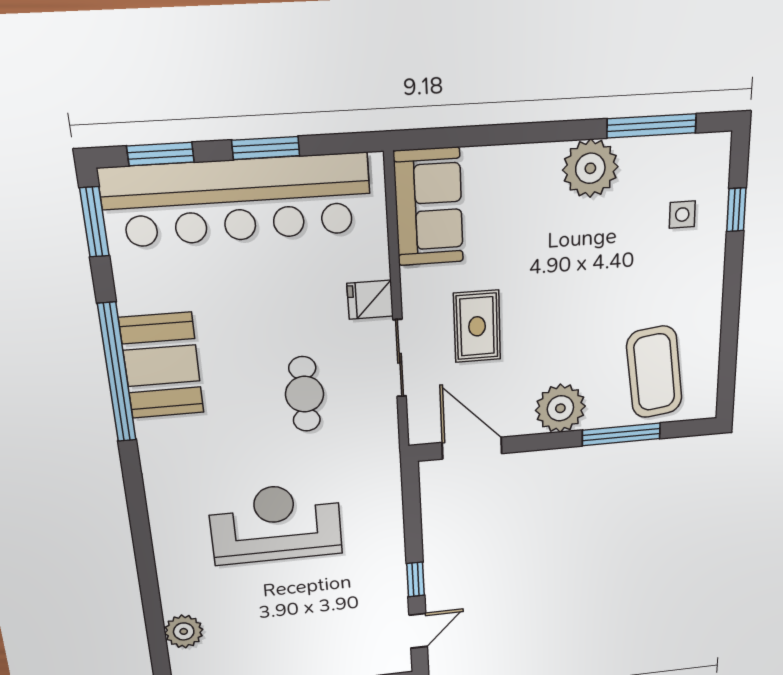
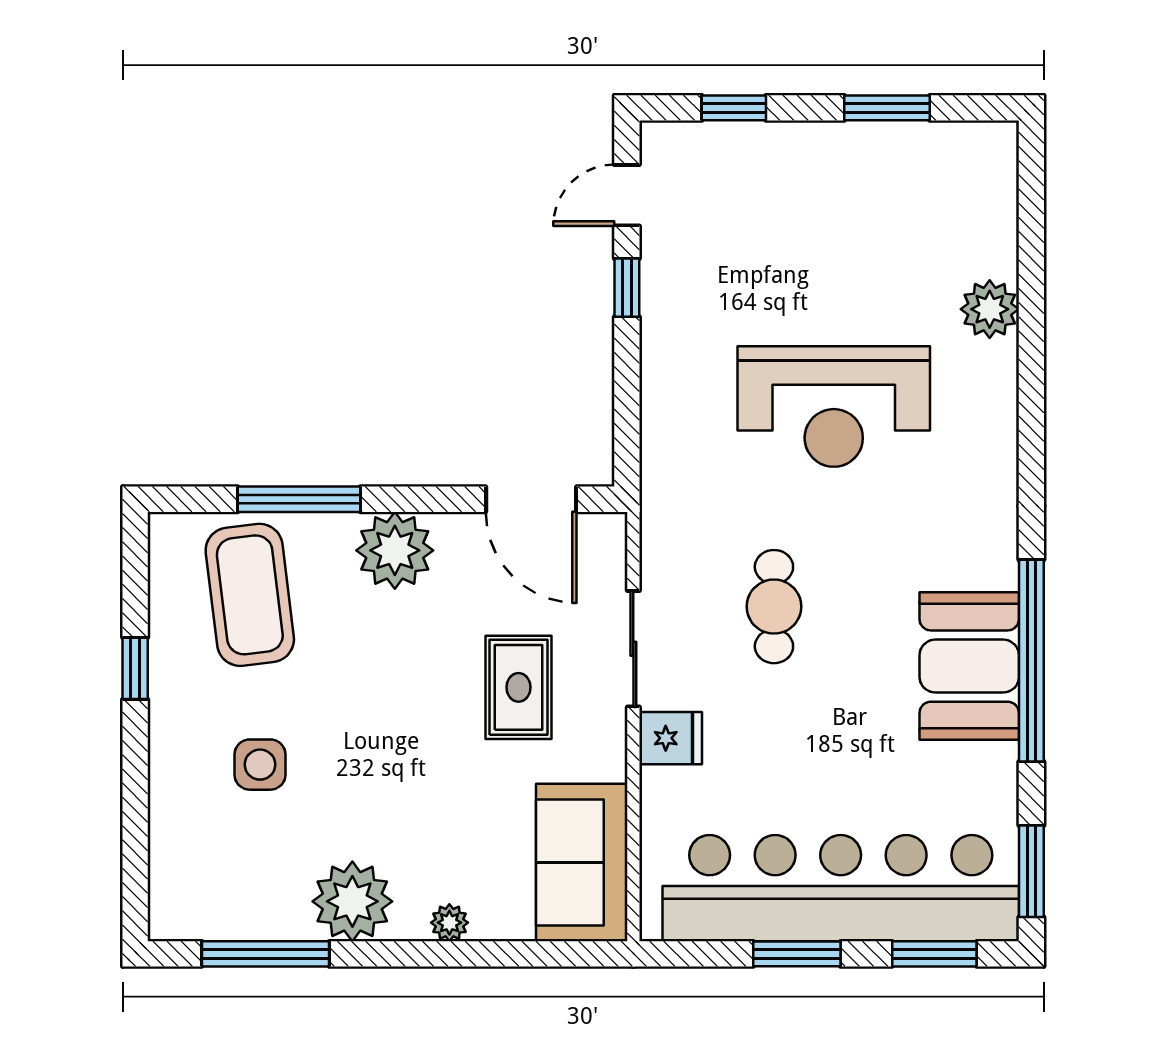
plant: (522, 157) -> (449, 923), added
window: (736, 210) -> (135, 668), moved
side table: (682, 215) -> (260, 765), moved, width x1.37, depth x1.37
plant: (184, 631) -> (990, 309), moved

